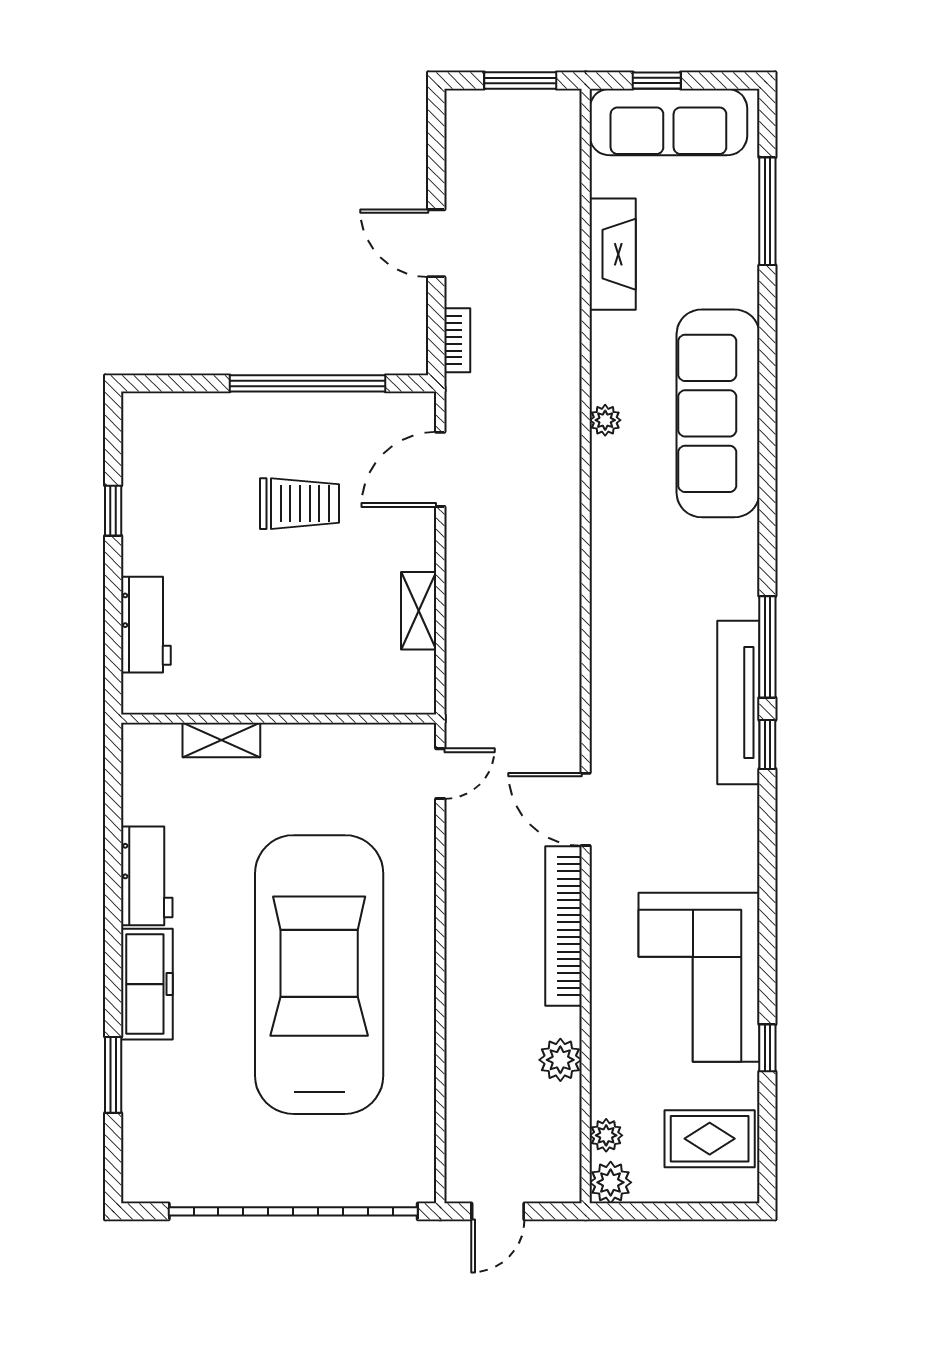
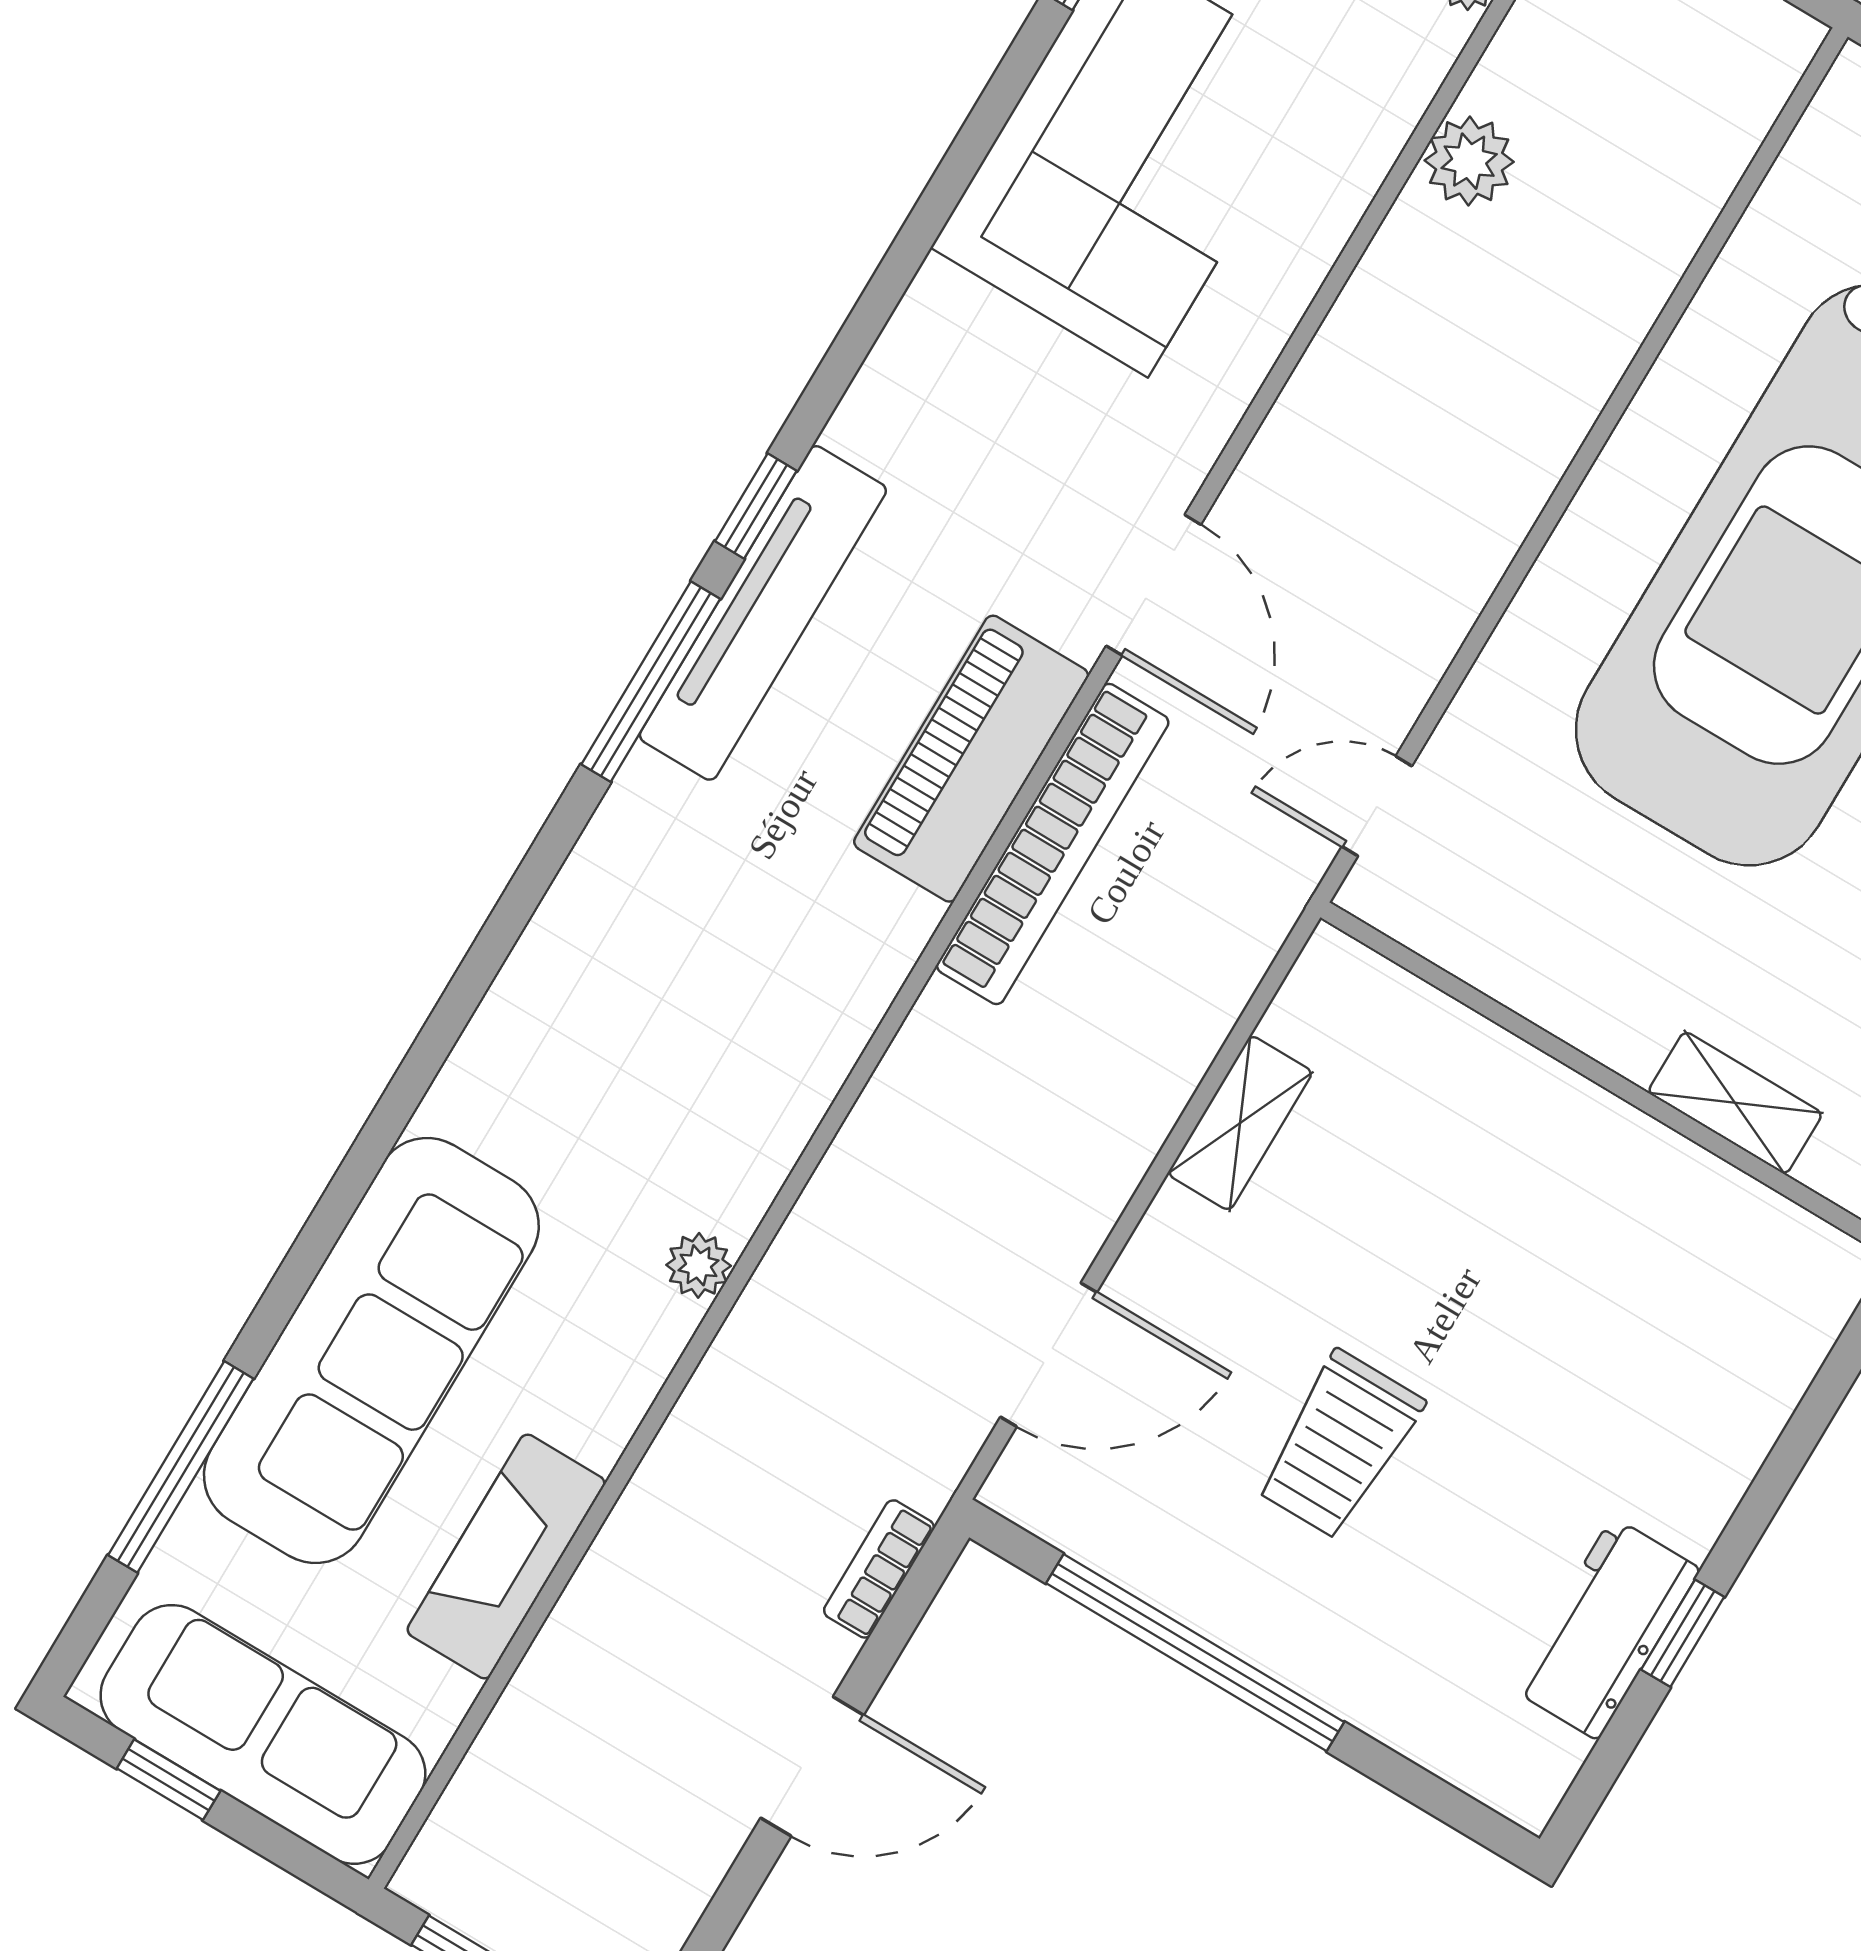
window: (657, 80) -> (169, 1780), moved
door: (436, 243) -> (812, 1766), hinge flipped
sofa: (718, 413) -> (371, 1350), moved
trolley: (299, 504) -> (1339, 1445), turned -90
workbench: (146, 625) -> (1605, 1628), moved
piano: (618, 694) -> (971, 759), added
bookcase: (564, 926) -> (1053, 844), moved

